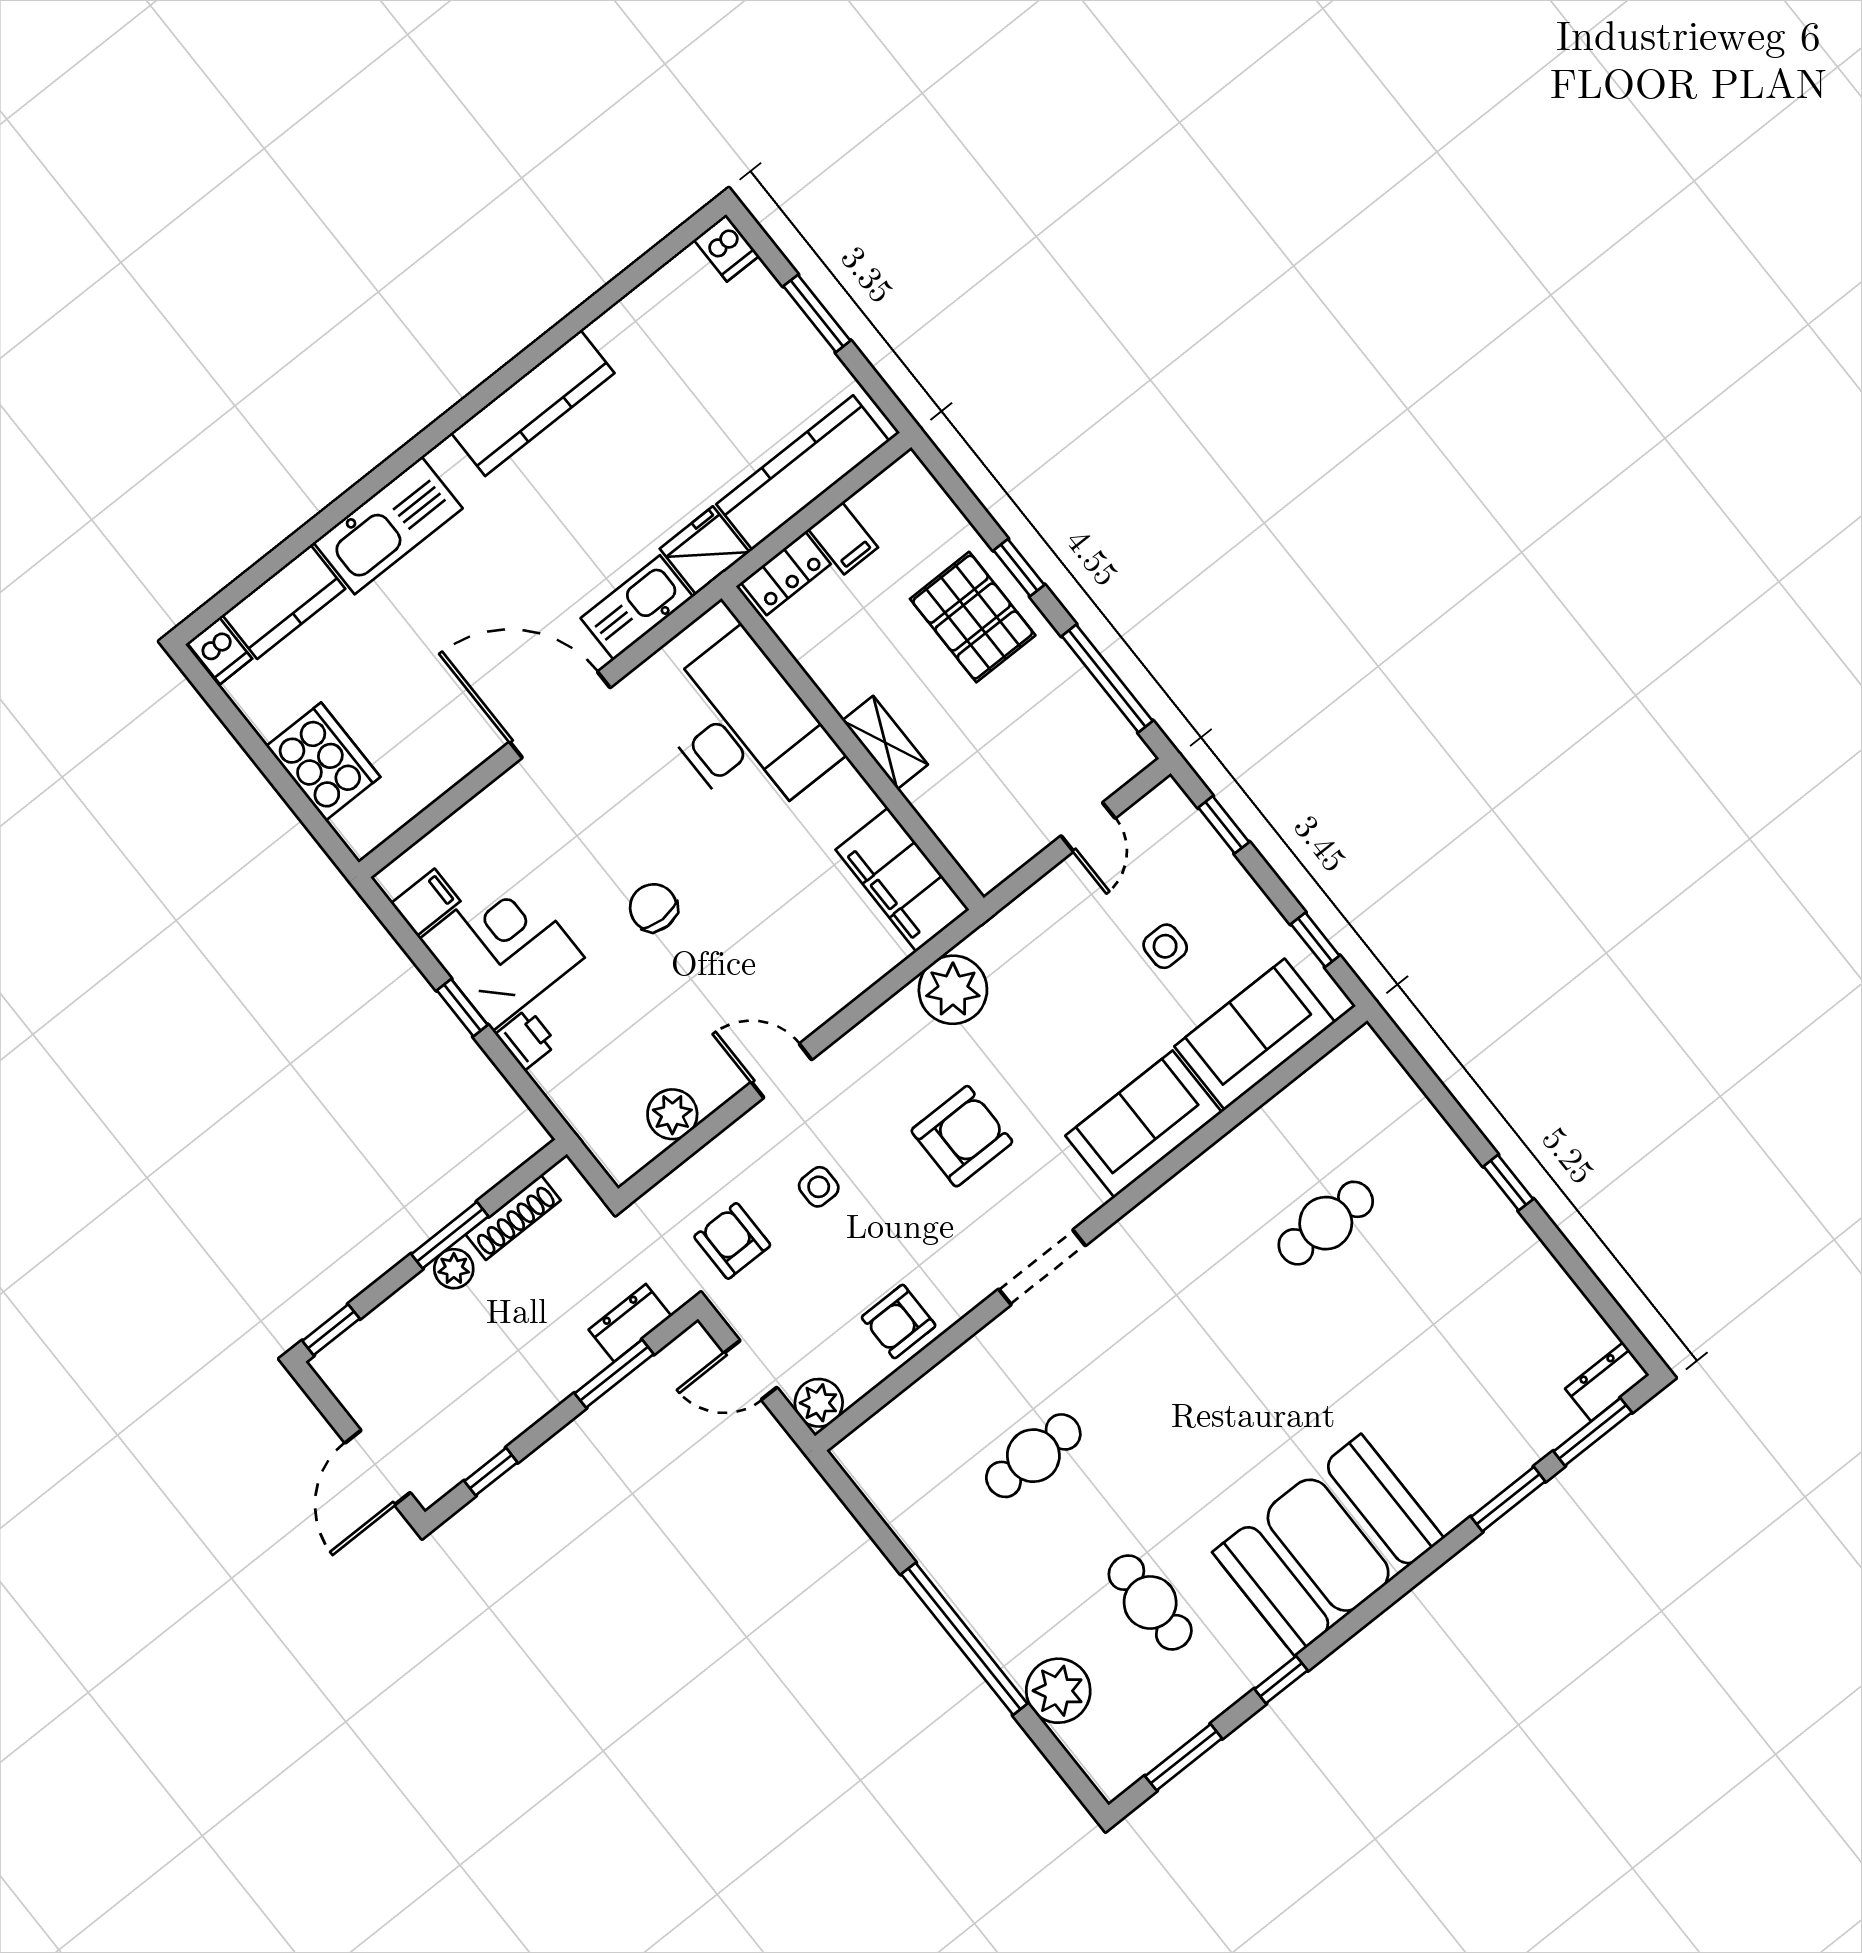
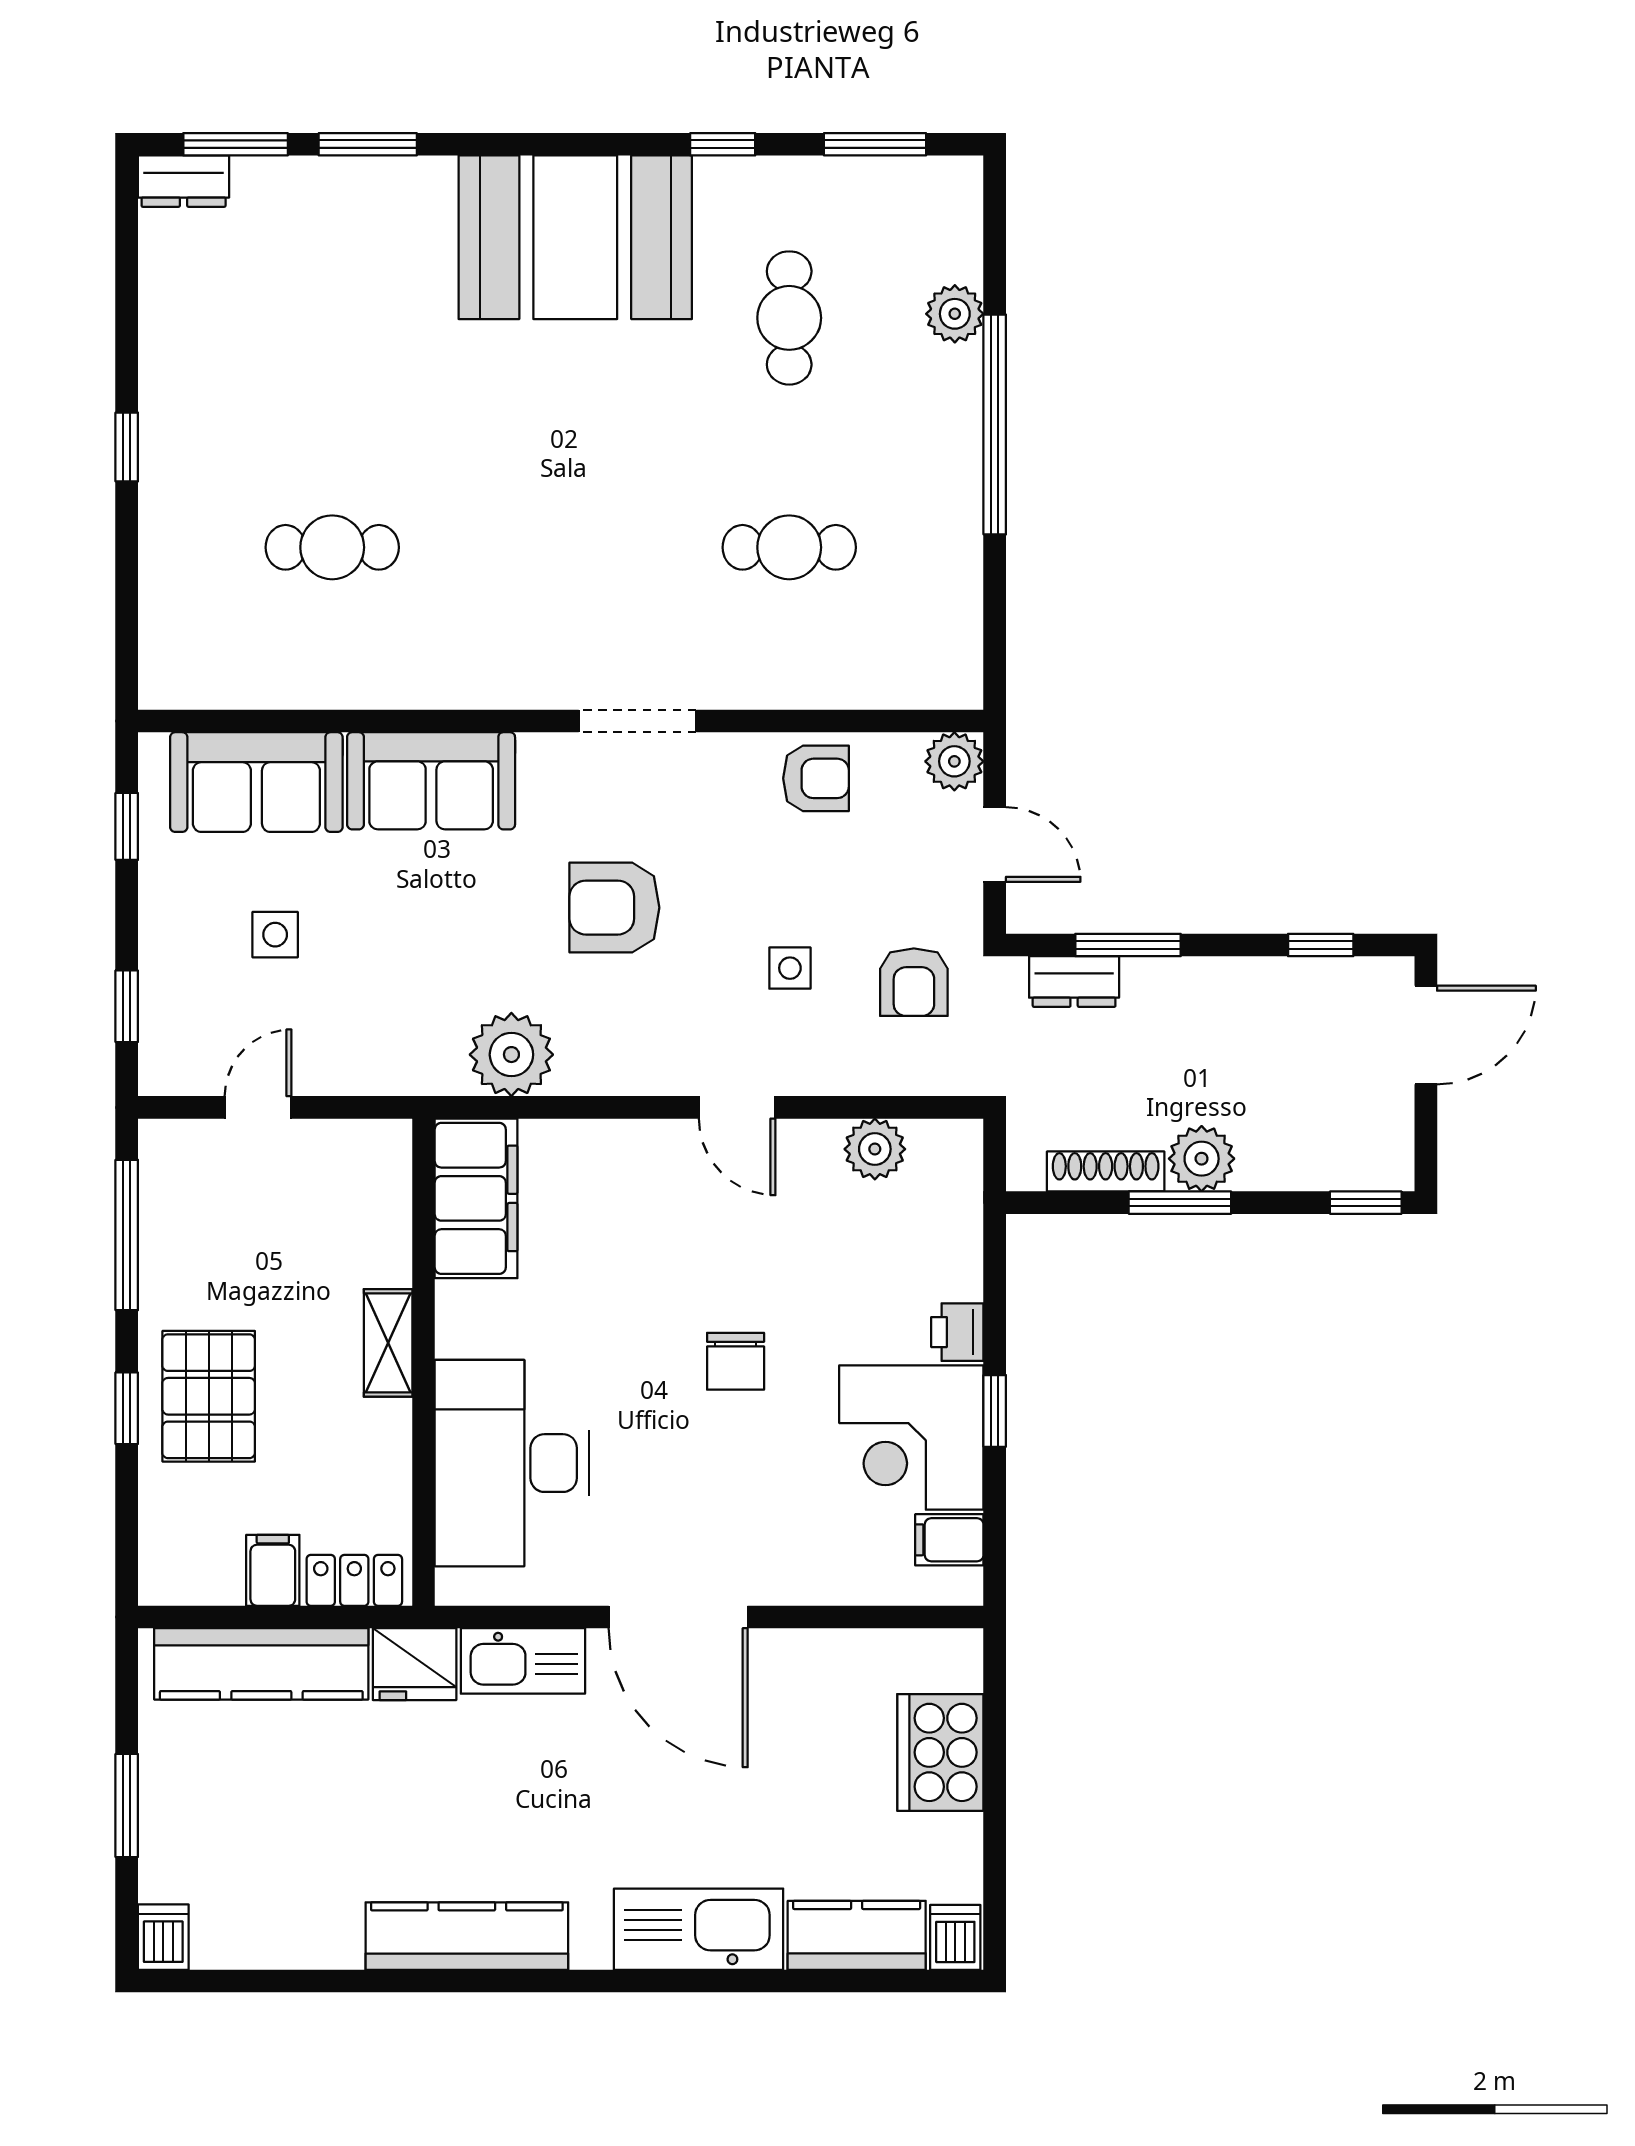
plant: (454, 1269) -> (1202, 1159), width x1.38, depth x1.38
plant: (1058, 1691) -> (955, 314), width x0.73, depth x0.73

